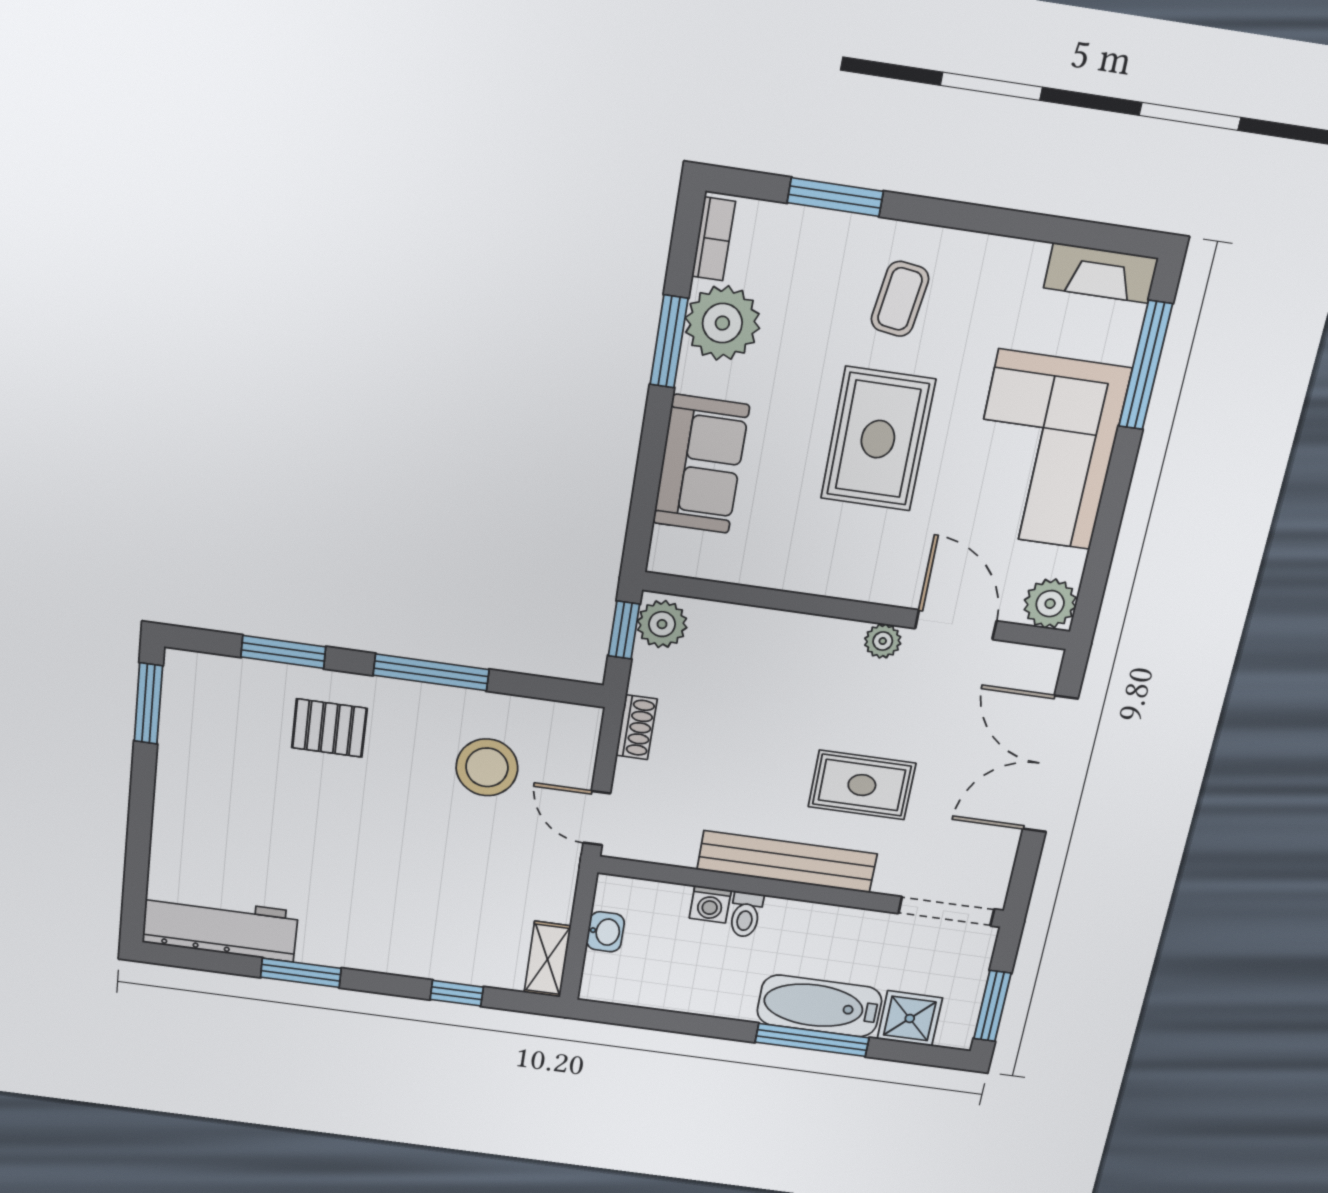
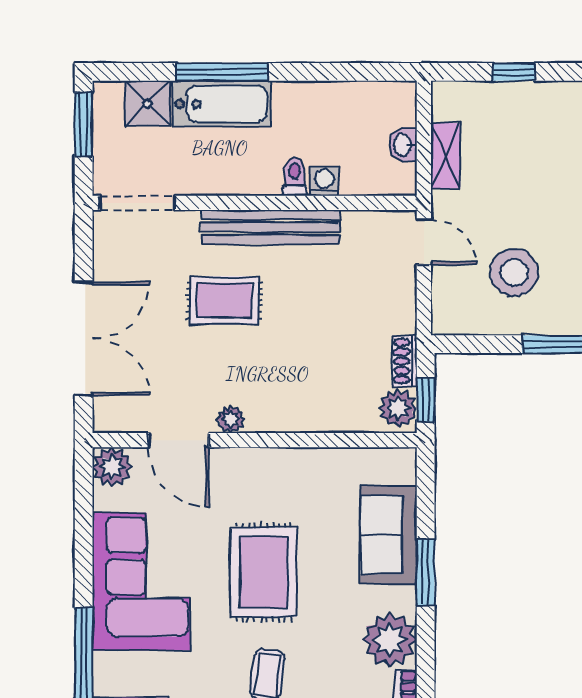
window: (669, 342) -> (426, 572), moved
shoe rack: (636, 727) -> (405, 361), moved
shelving: (547, 959) -> (446, 156), moved

